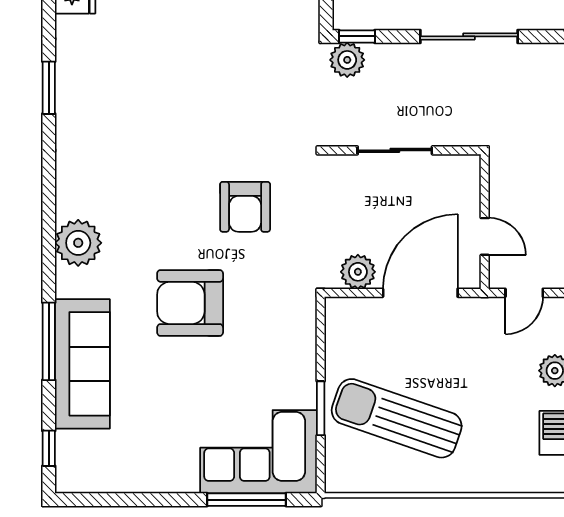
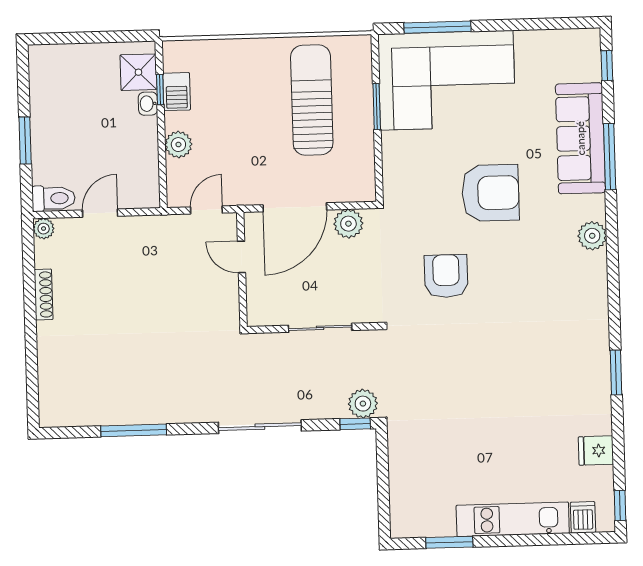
plant: (78, 243) -> (592, 236), width x0.73, depth x0.73
sun lounger: (397, 418) -> (312, 100), turned -109
corner sofa: (259, 452) -> (447, 80), width x1.36, depth x1.36

